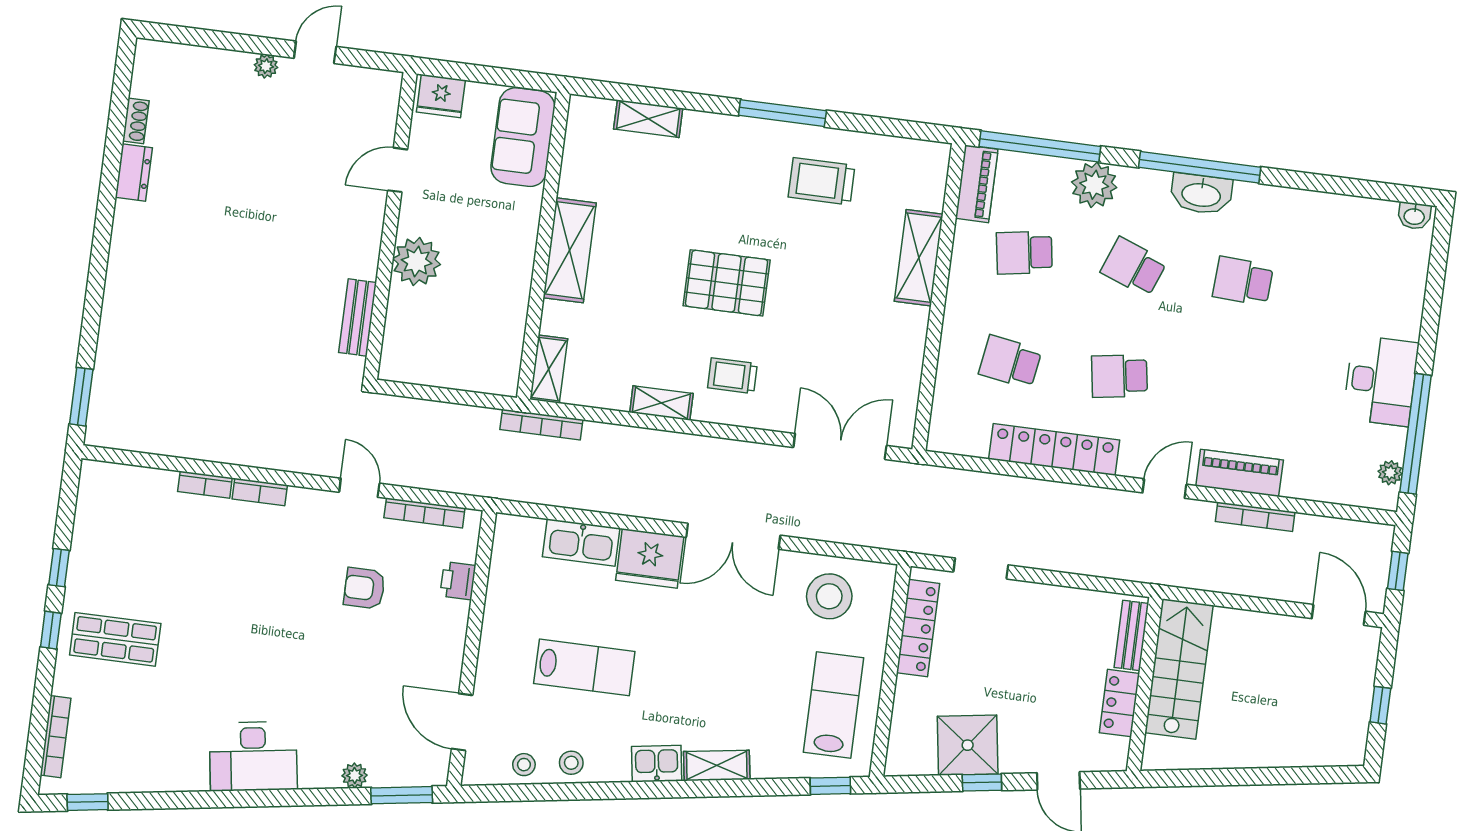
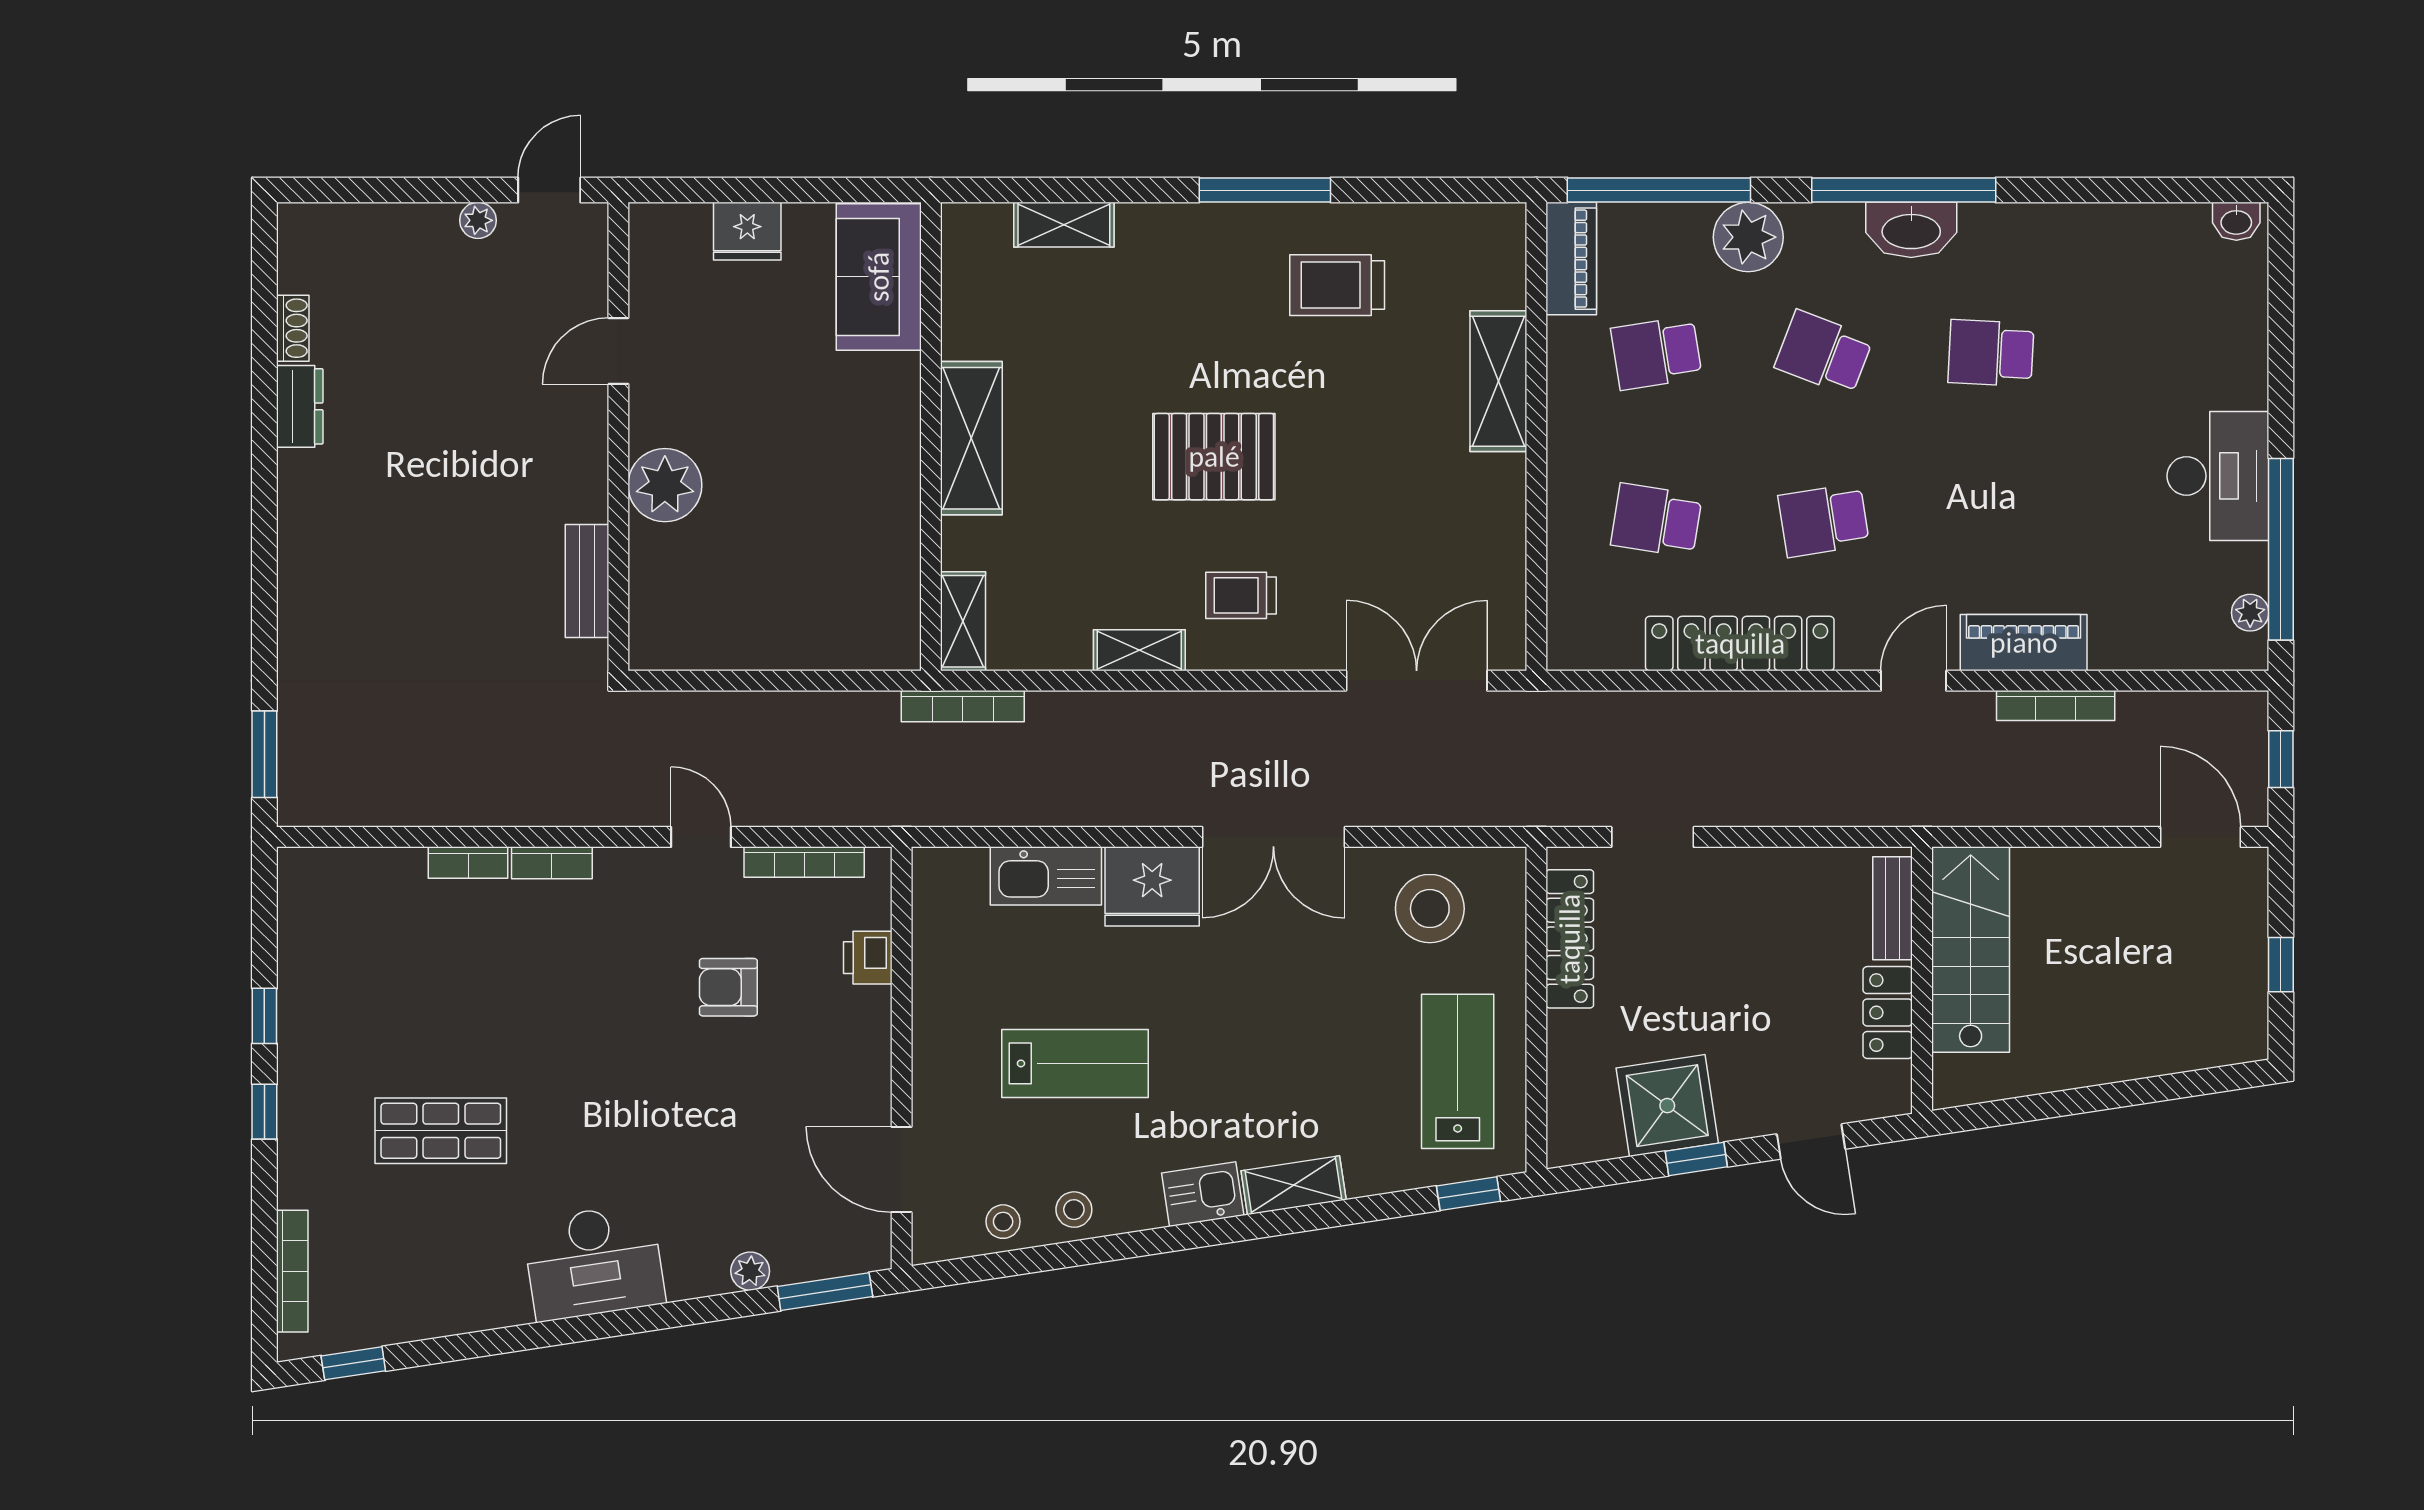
door: (398, 170) -> (618, 351), moved
wall: (390, 226) -> (618, 437), moved
plant: (417, 262) -> (665, 485), moved
bench: (358, 317) -> (587, 581), moved
shop shelf: (115, 639) -> (441, 1131), moved

